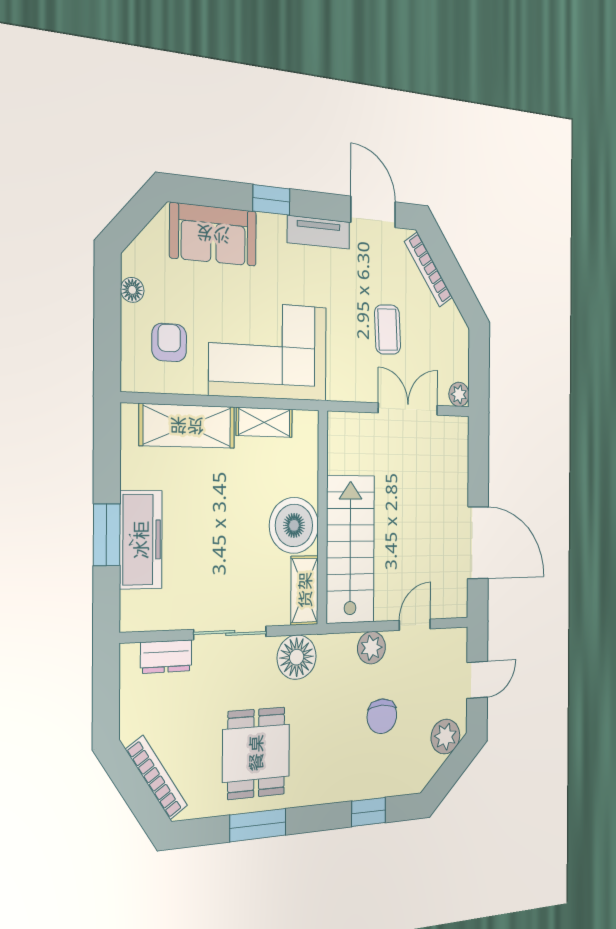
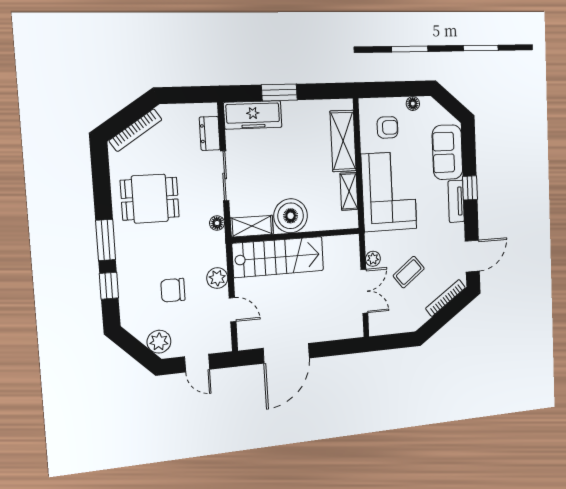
tv unit: (319, 232) -> (456, 201), moved
coffee table: (388, 330) -> (409, 272), turned -35
plant: (459, 394) -> (373, 259), moved
freezer: (141, 540) -> (253, 115), moved
floor lamp: (297, 657) -> (217, 223), width x0.53, depth x0.53
window: (258, 825) -> (106, 240), moved

